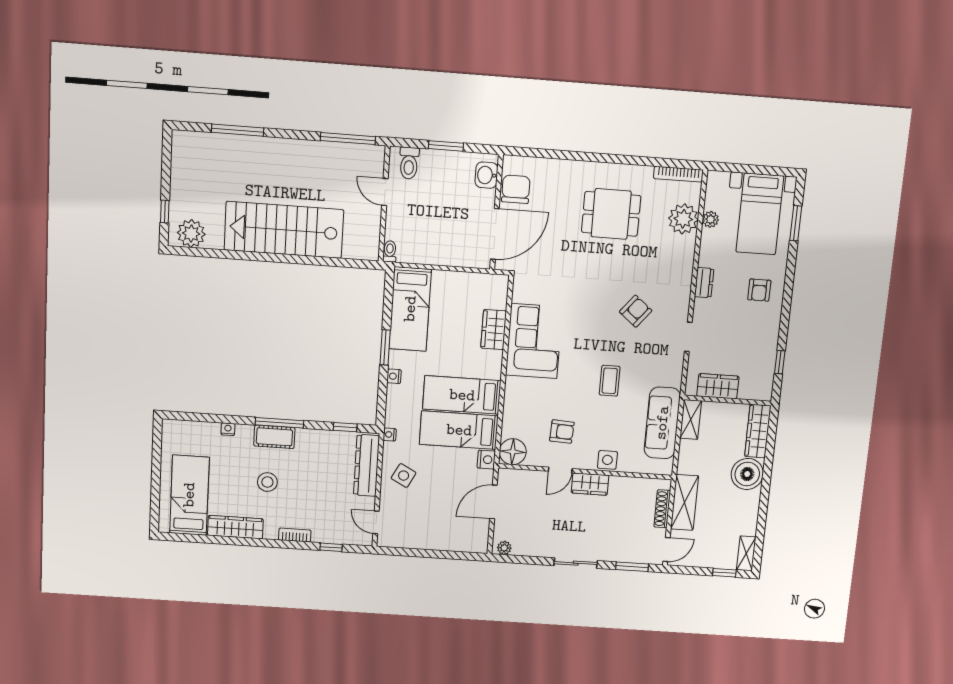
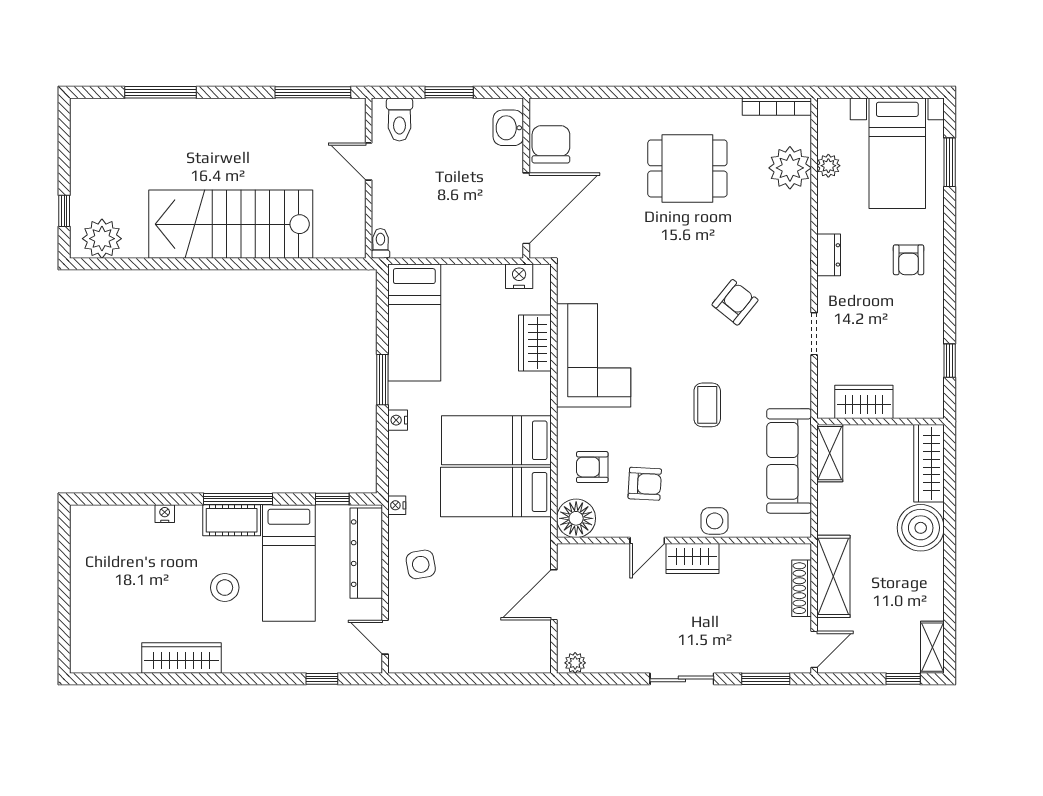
armchair: (527, 418) -> (592, 467), added
nightstand: (486, 460) -> (519, 276), moved, turned -90
side table: (404, 476) -> (421, 564), turned -38
bed: (189, 495) -> (289, 563), moved, turned 180
bookcase: (295, 535) -> (268, 664), removed

